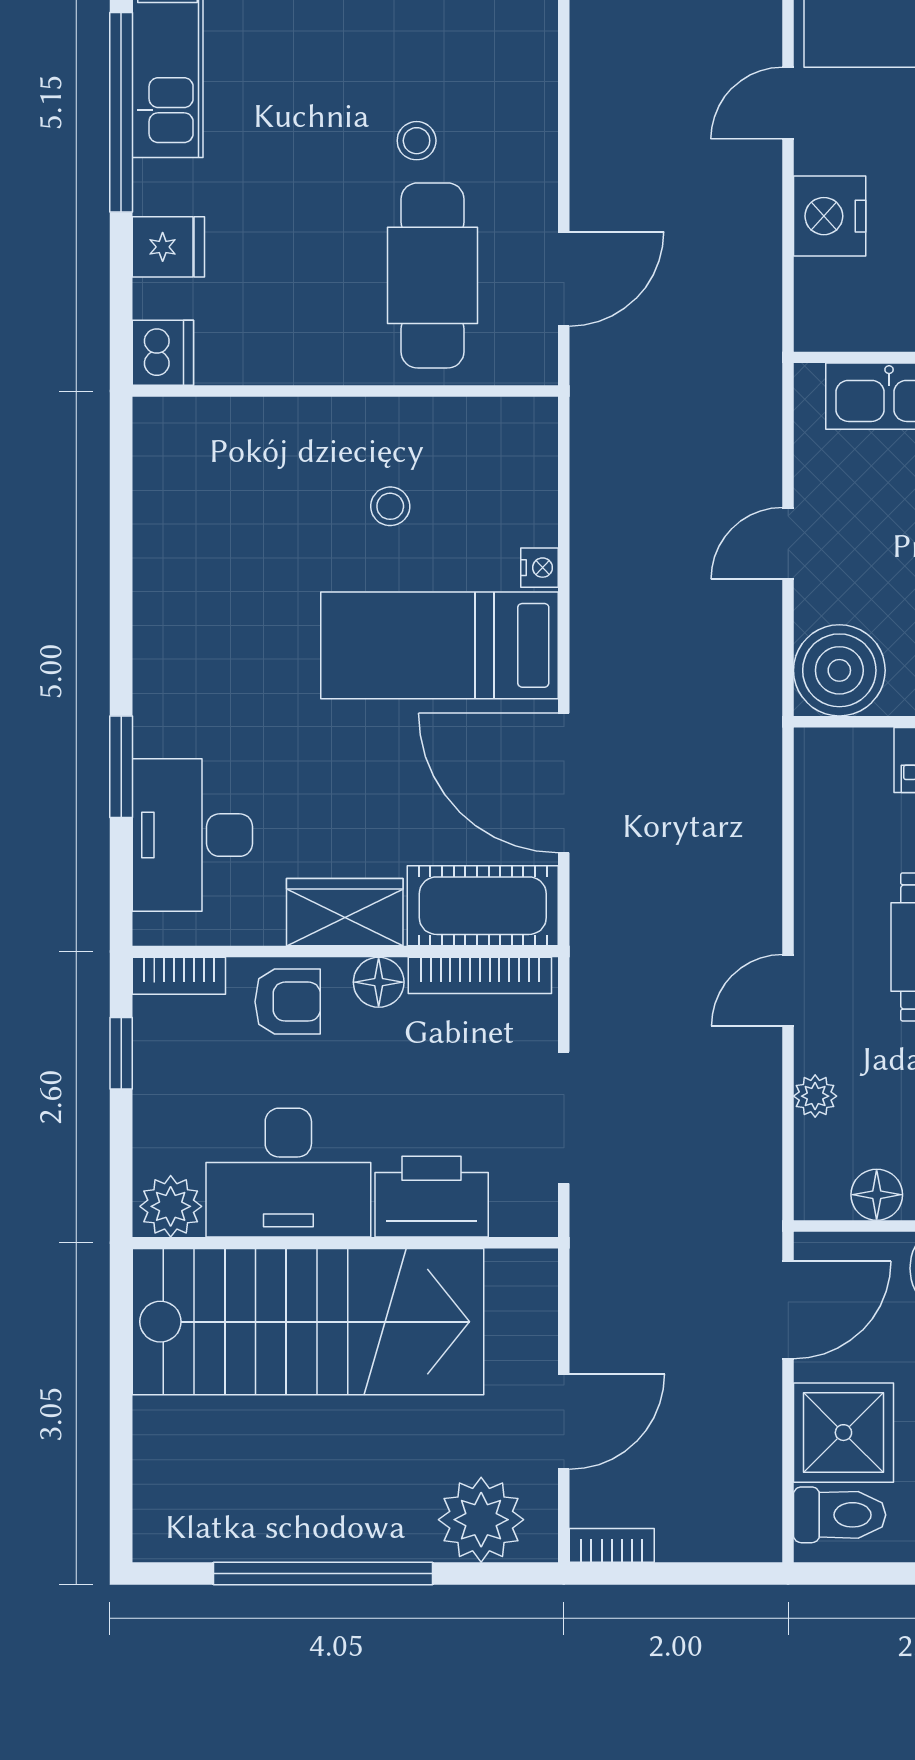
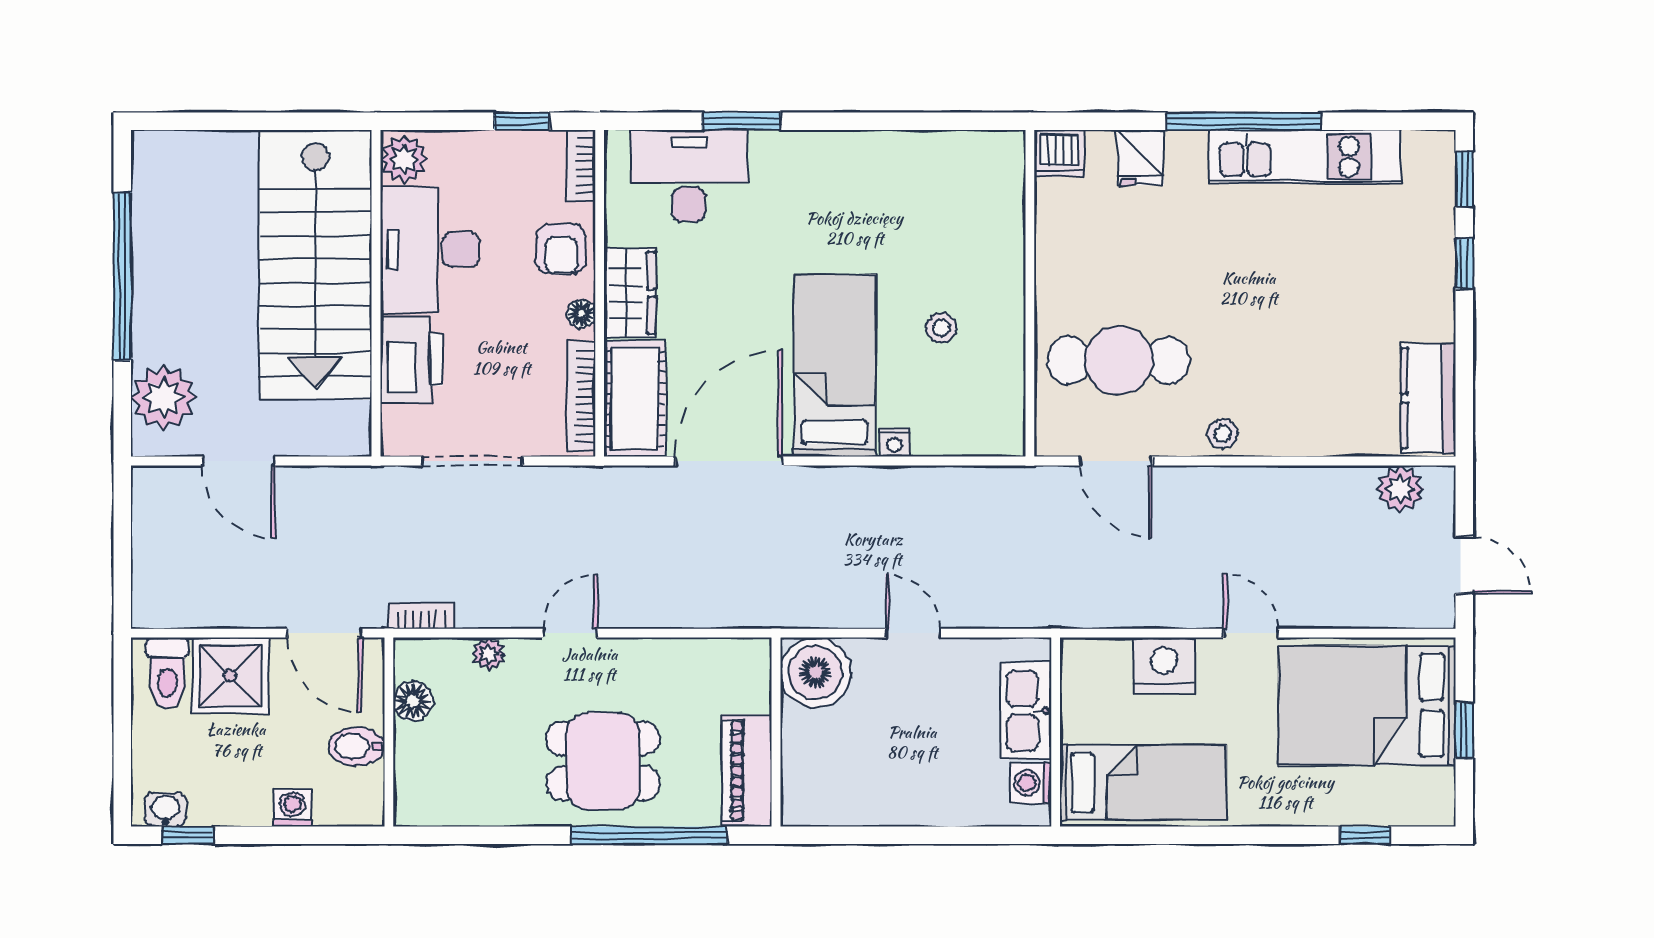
stool: (417, 141) -> (1223, 434), moved
floor lamp: (379, 982) -> (581, 314), width x0.73, depth x0.73
door: (788, 990) -> (570, 633), hinge flipped
bookcase: (612, 1545) -> (421, 616), moved, turned -90

